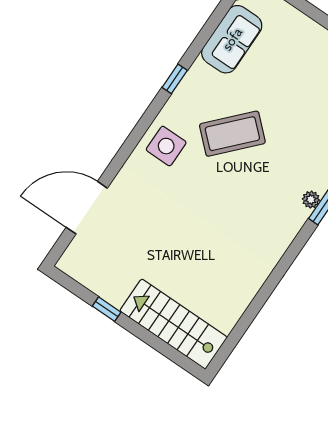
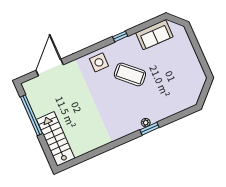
door: (87, 208) -> (50, 68), hinge flipped
window: (107, 309) -> (31, 115), width x3.17

